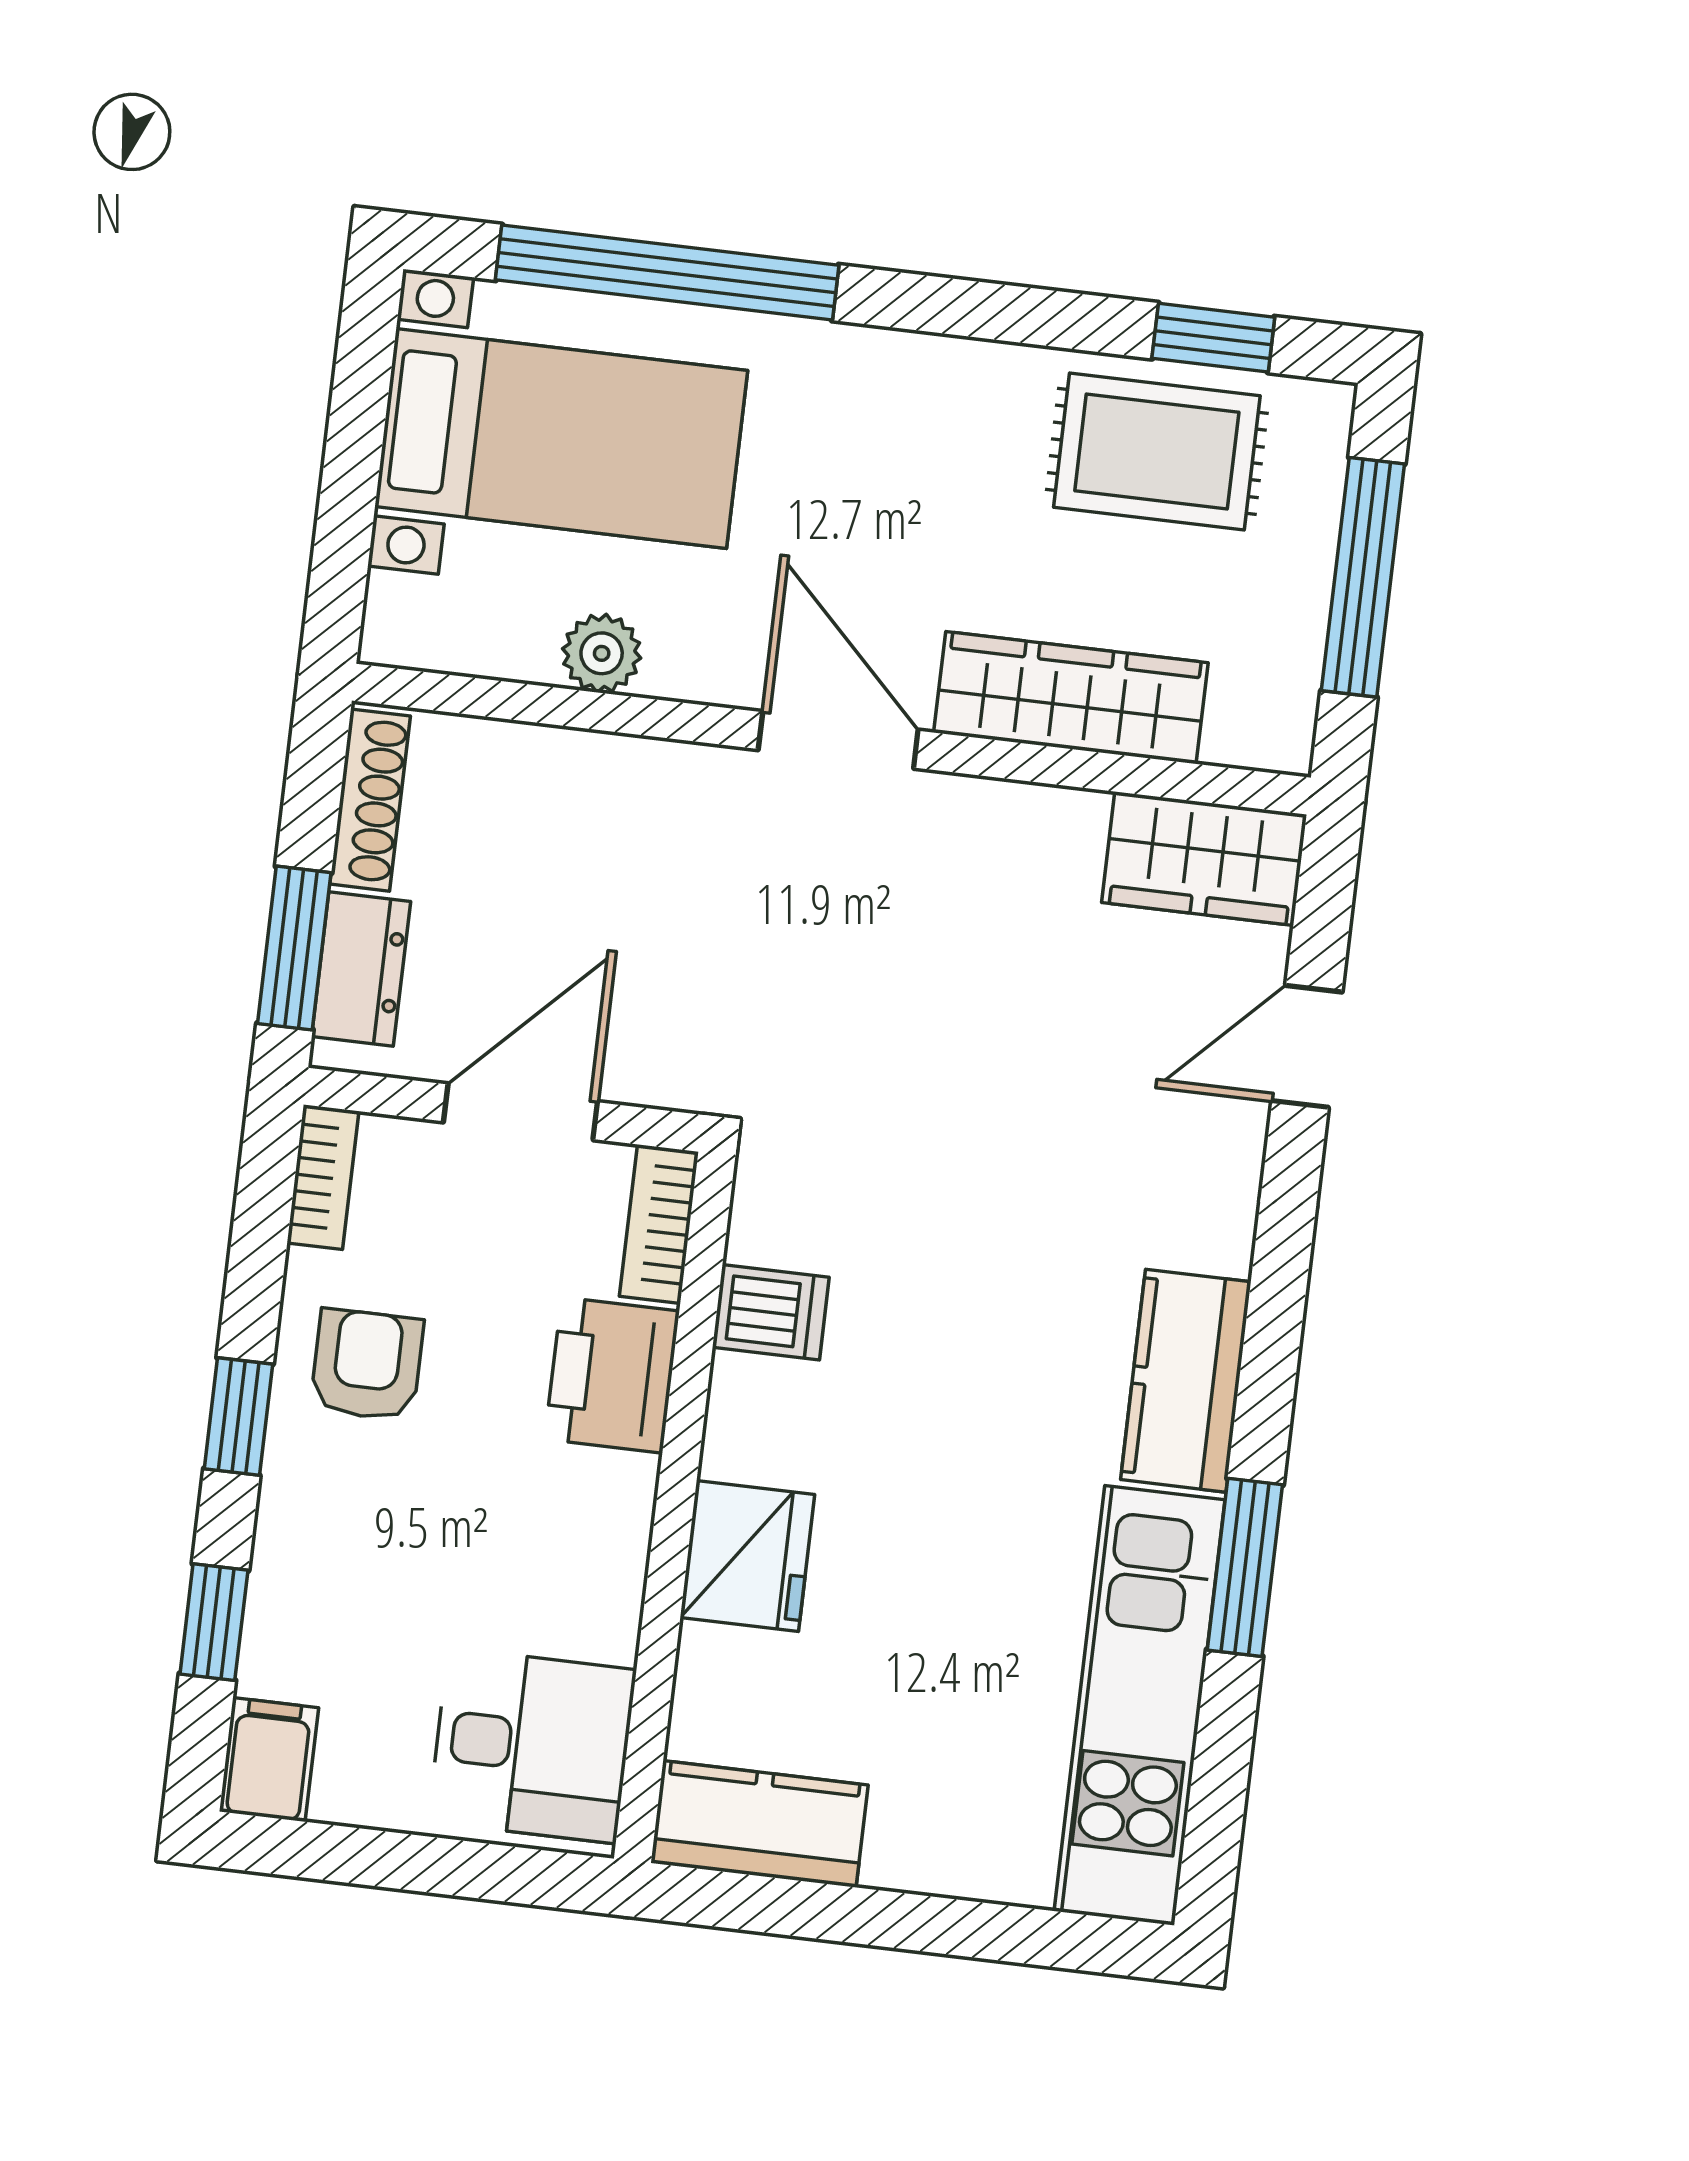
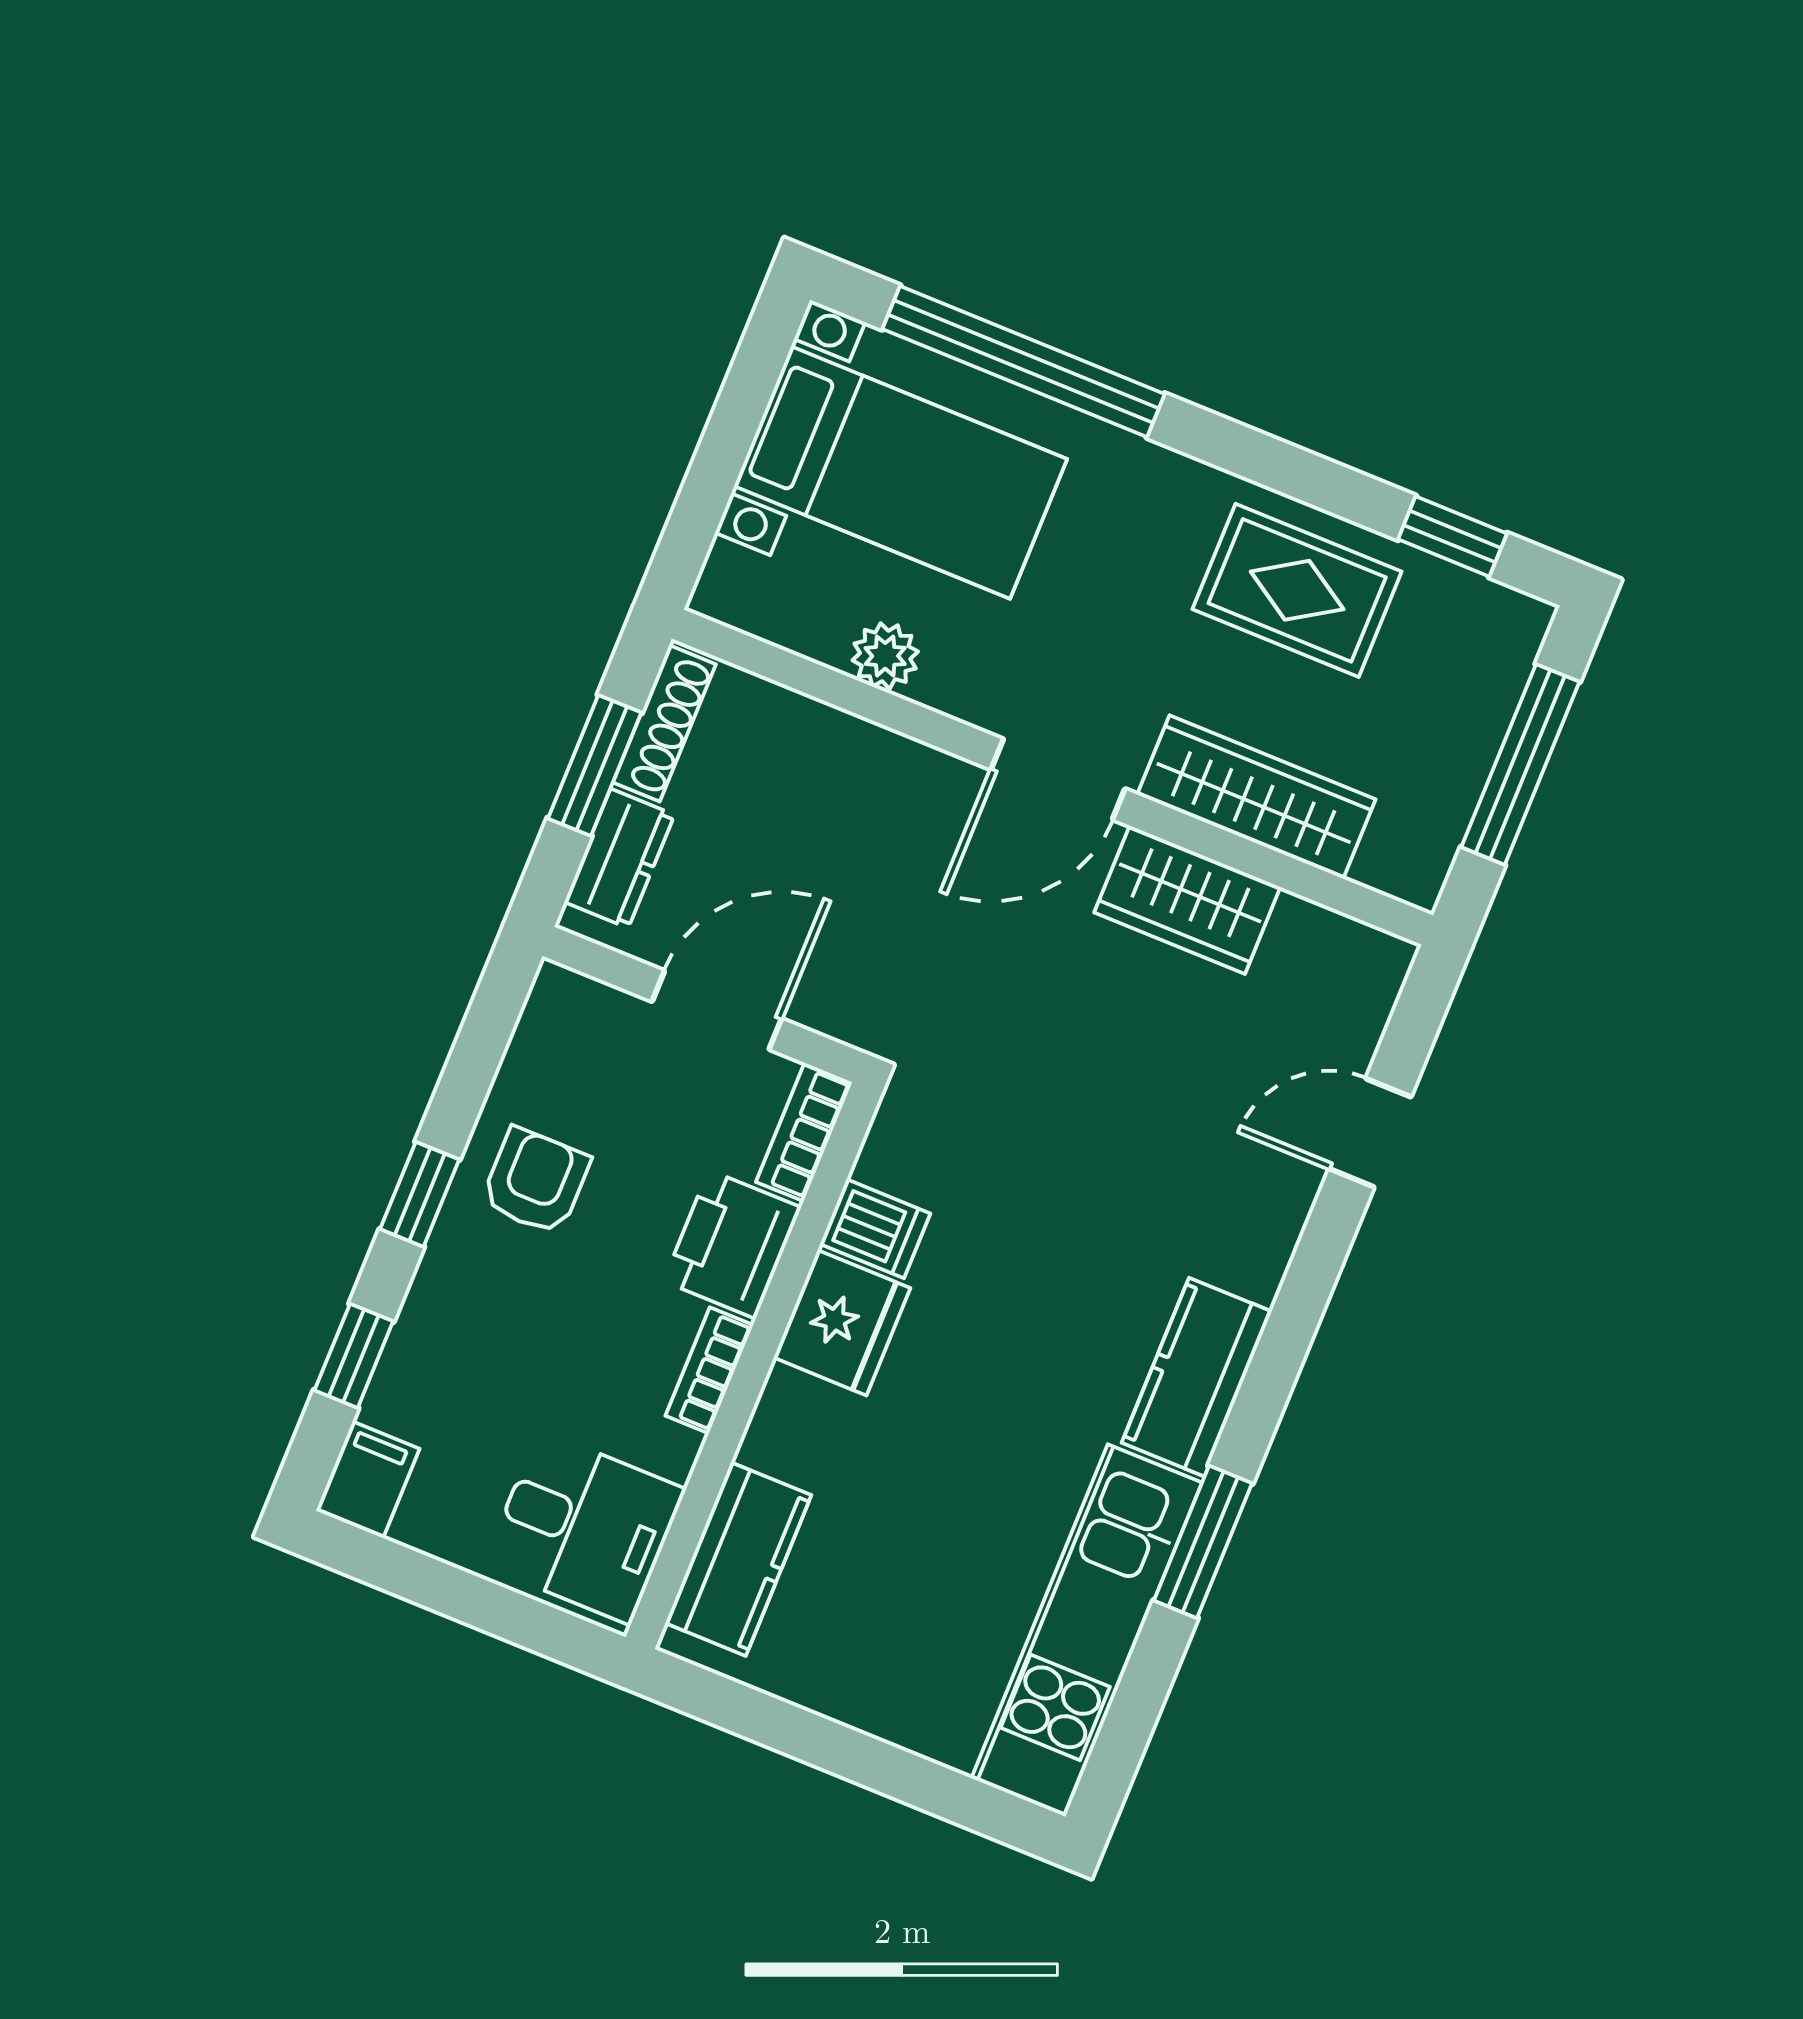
rug: (1157, 452) -> (1297, 590), moved
door: (838, 740) -> (1058, 779), swing flipped
wardrobe: (1204, 859) -> (1187, 900), moved
window: (294, 948) -> (595, 765), moved
bookcase: (323, 1177) -> (709, 1370), moved, turned 180
fridge: (747, 1556) -> (842, 1323), moved
kitchen counter: (759, 1824) -> (738, 1559), moved, turned 90

